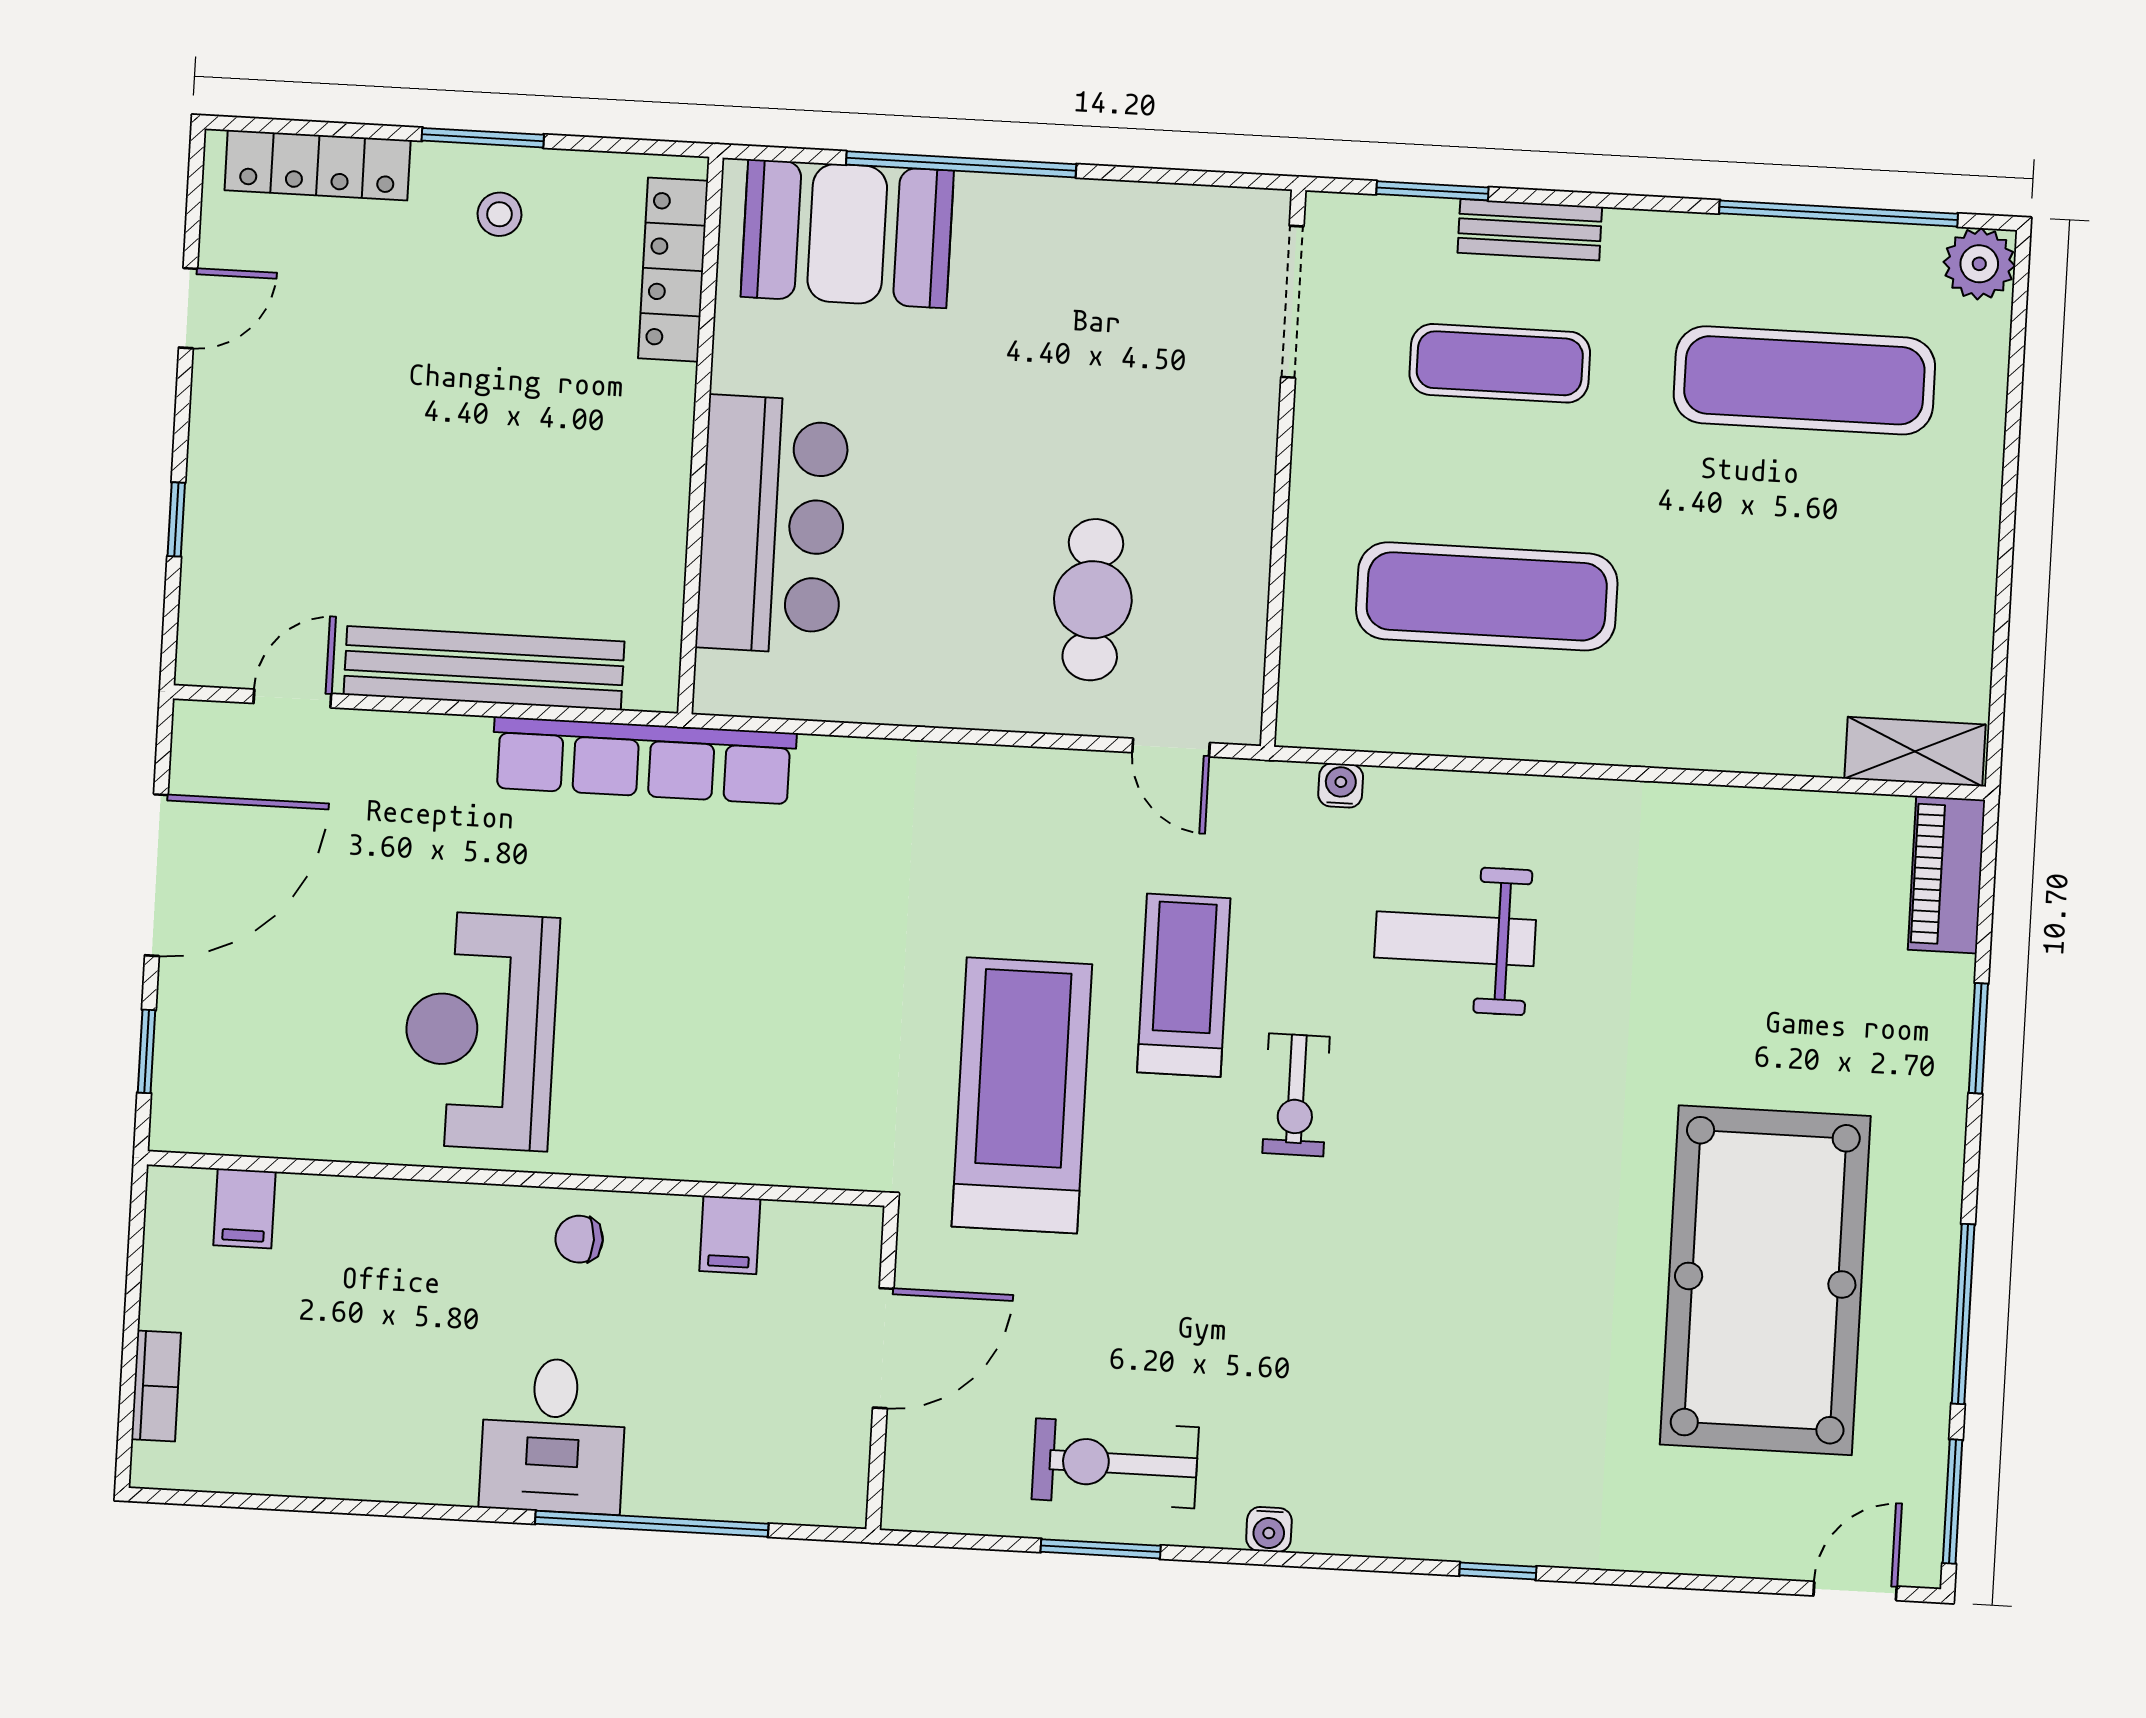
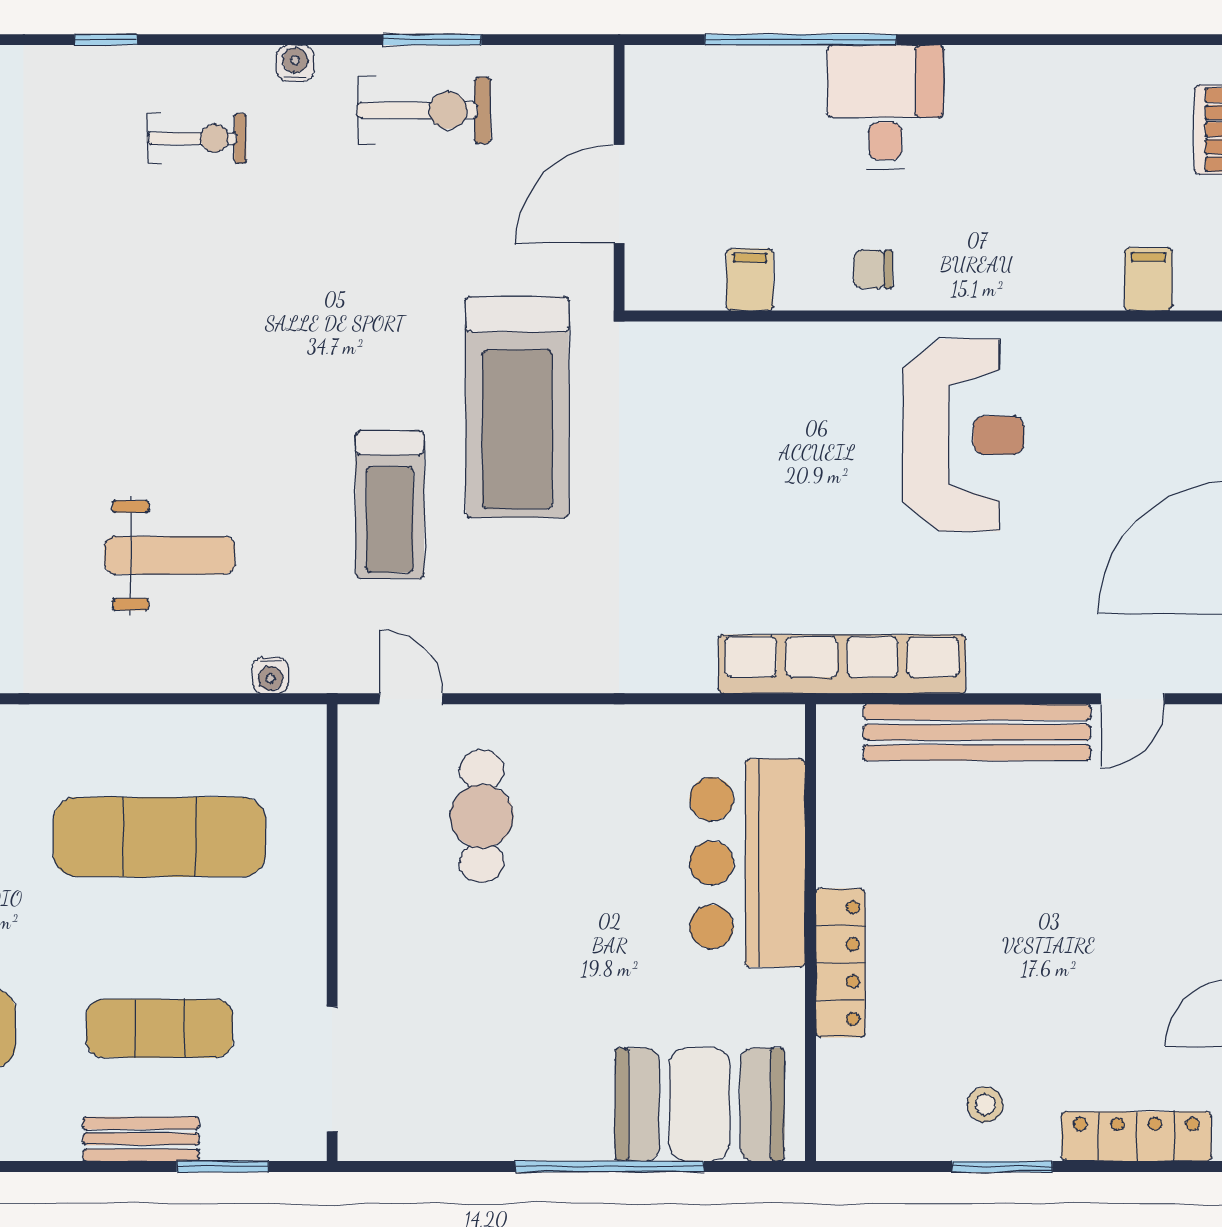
locker: (673, 270) -> (840, 963), moved
exercise bike: (1296, 1095) -> (197, 138), moved, turned 90
chair: (579, 1239) -> (873, 269), turned 180

